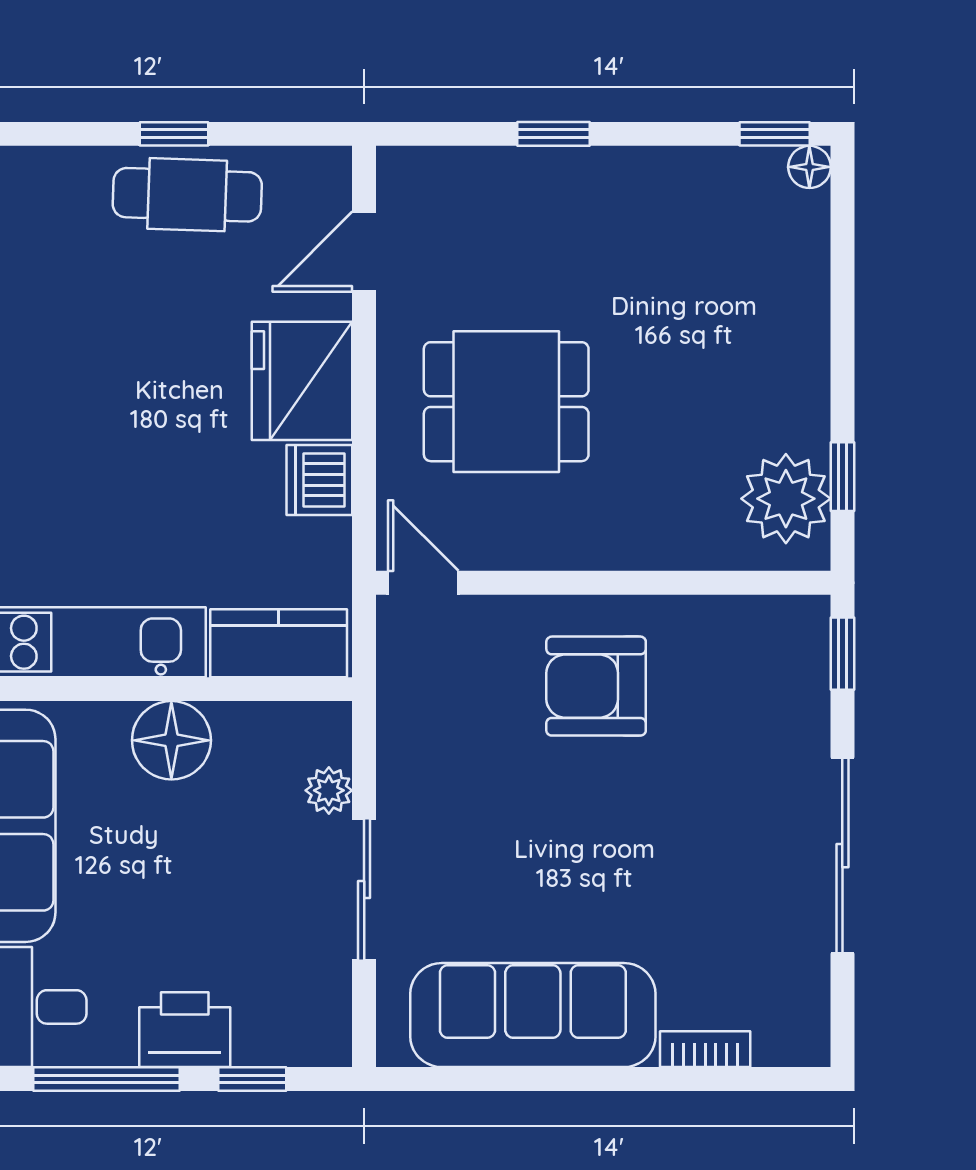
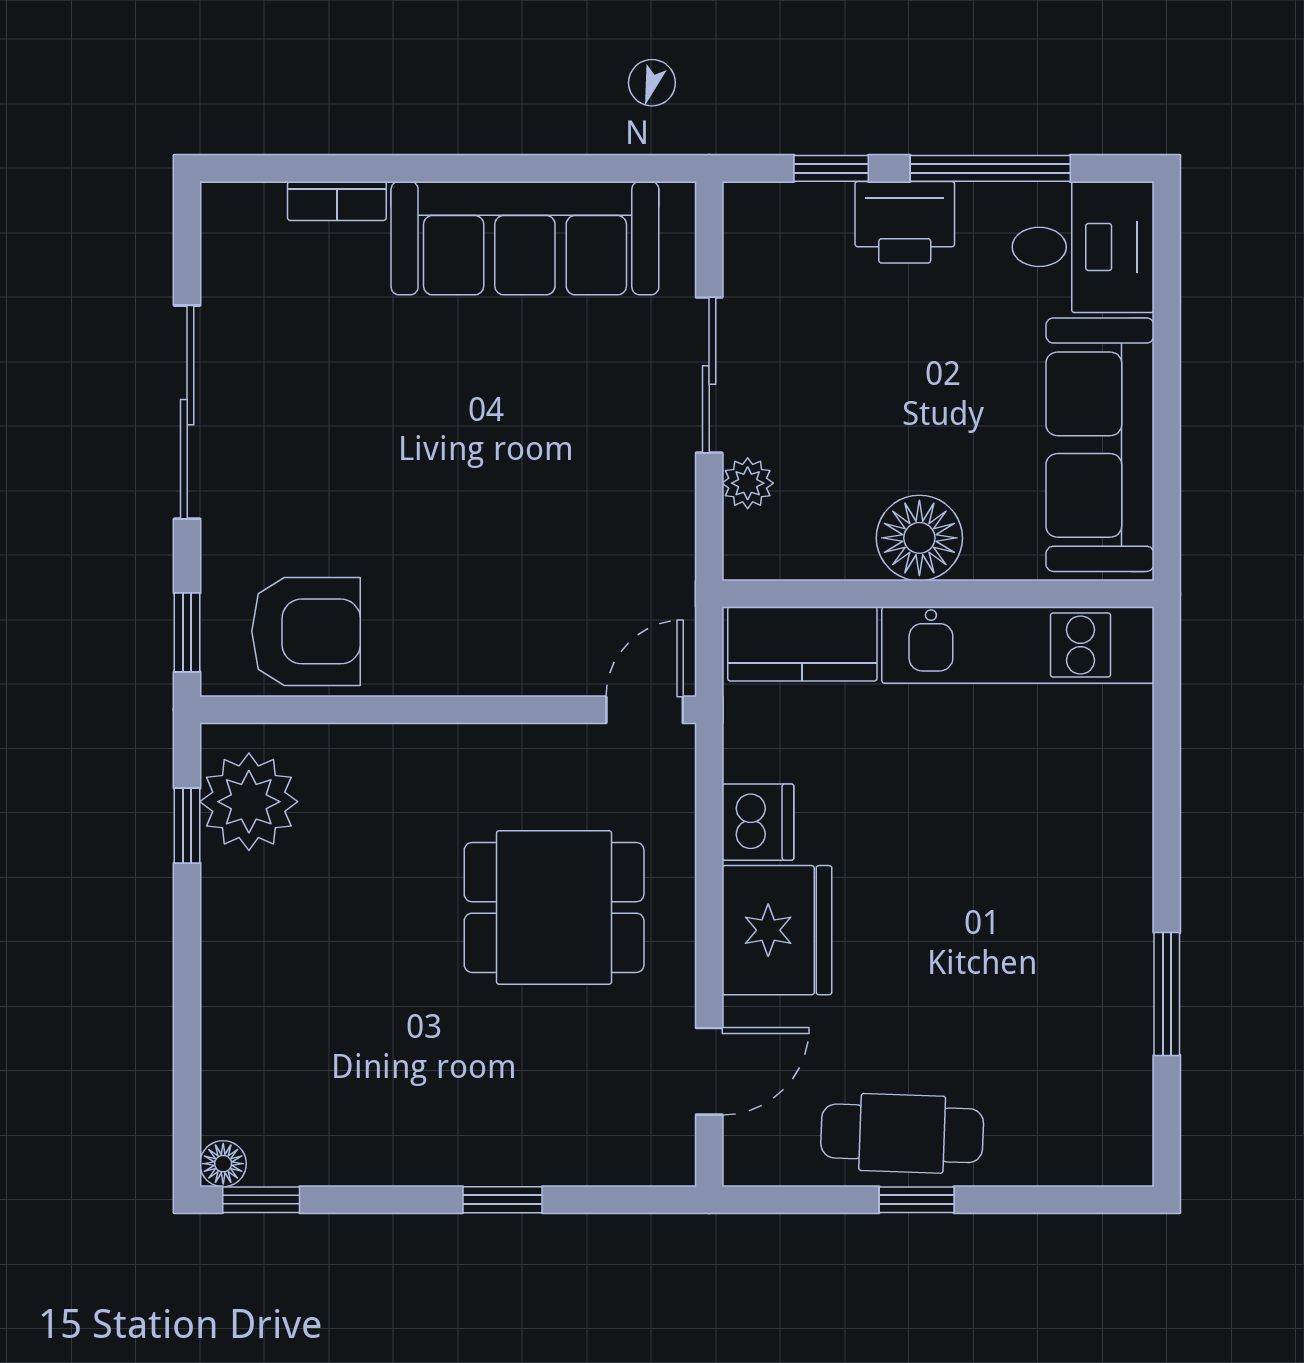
door: (423, 583) -> (645, 710), swing flipped
armchair: (596, 686) -> (306, 631), moved

